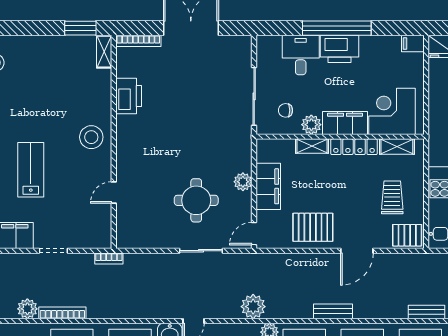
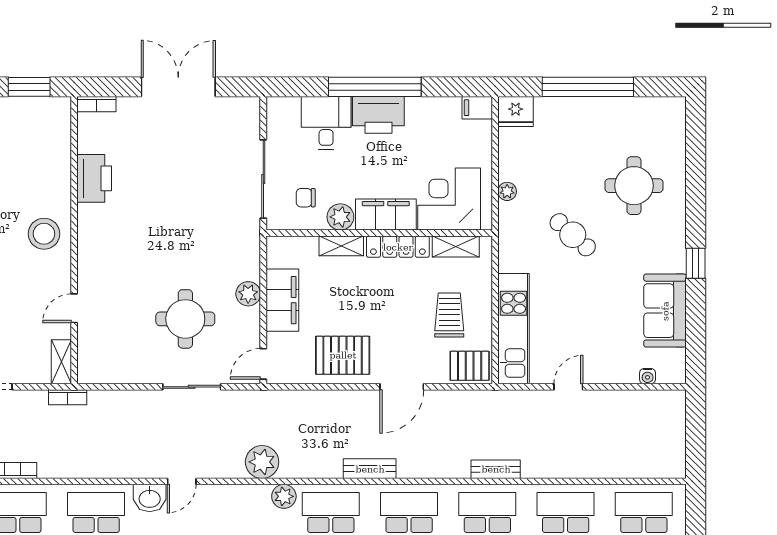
bookcase: (138, 41) -> (96, 104), width x0.64
shelving: (104, 52) -> (61, 362), moved
plant: (435, 106) -> (507, 191), added

